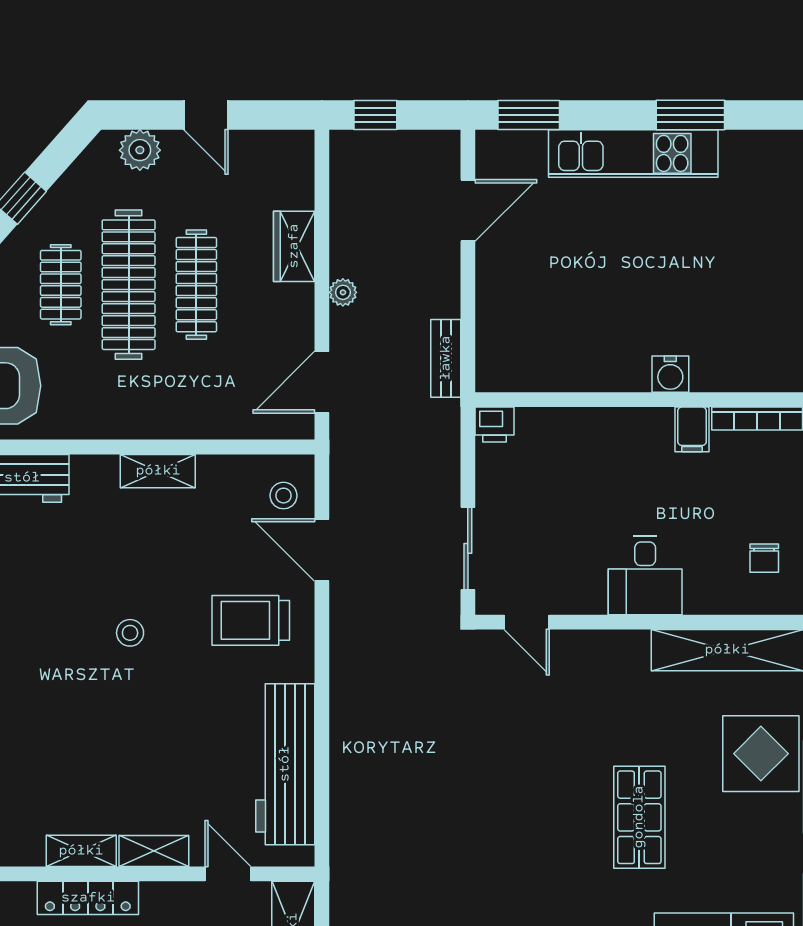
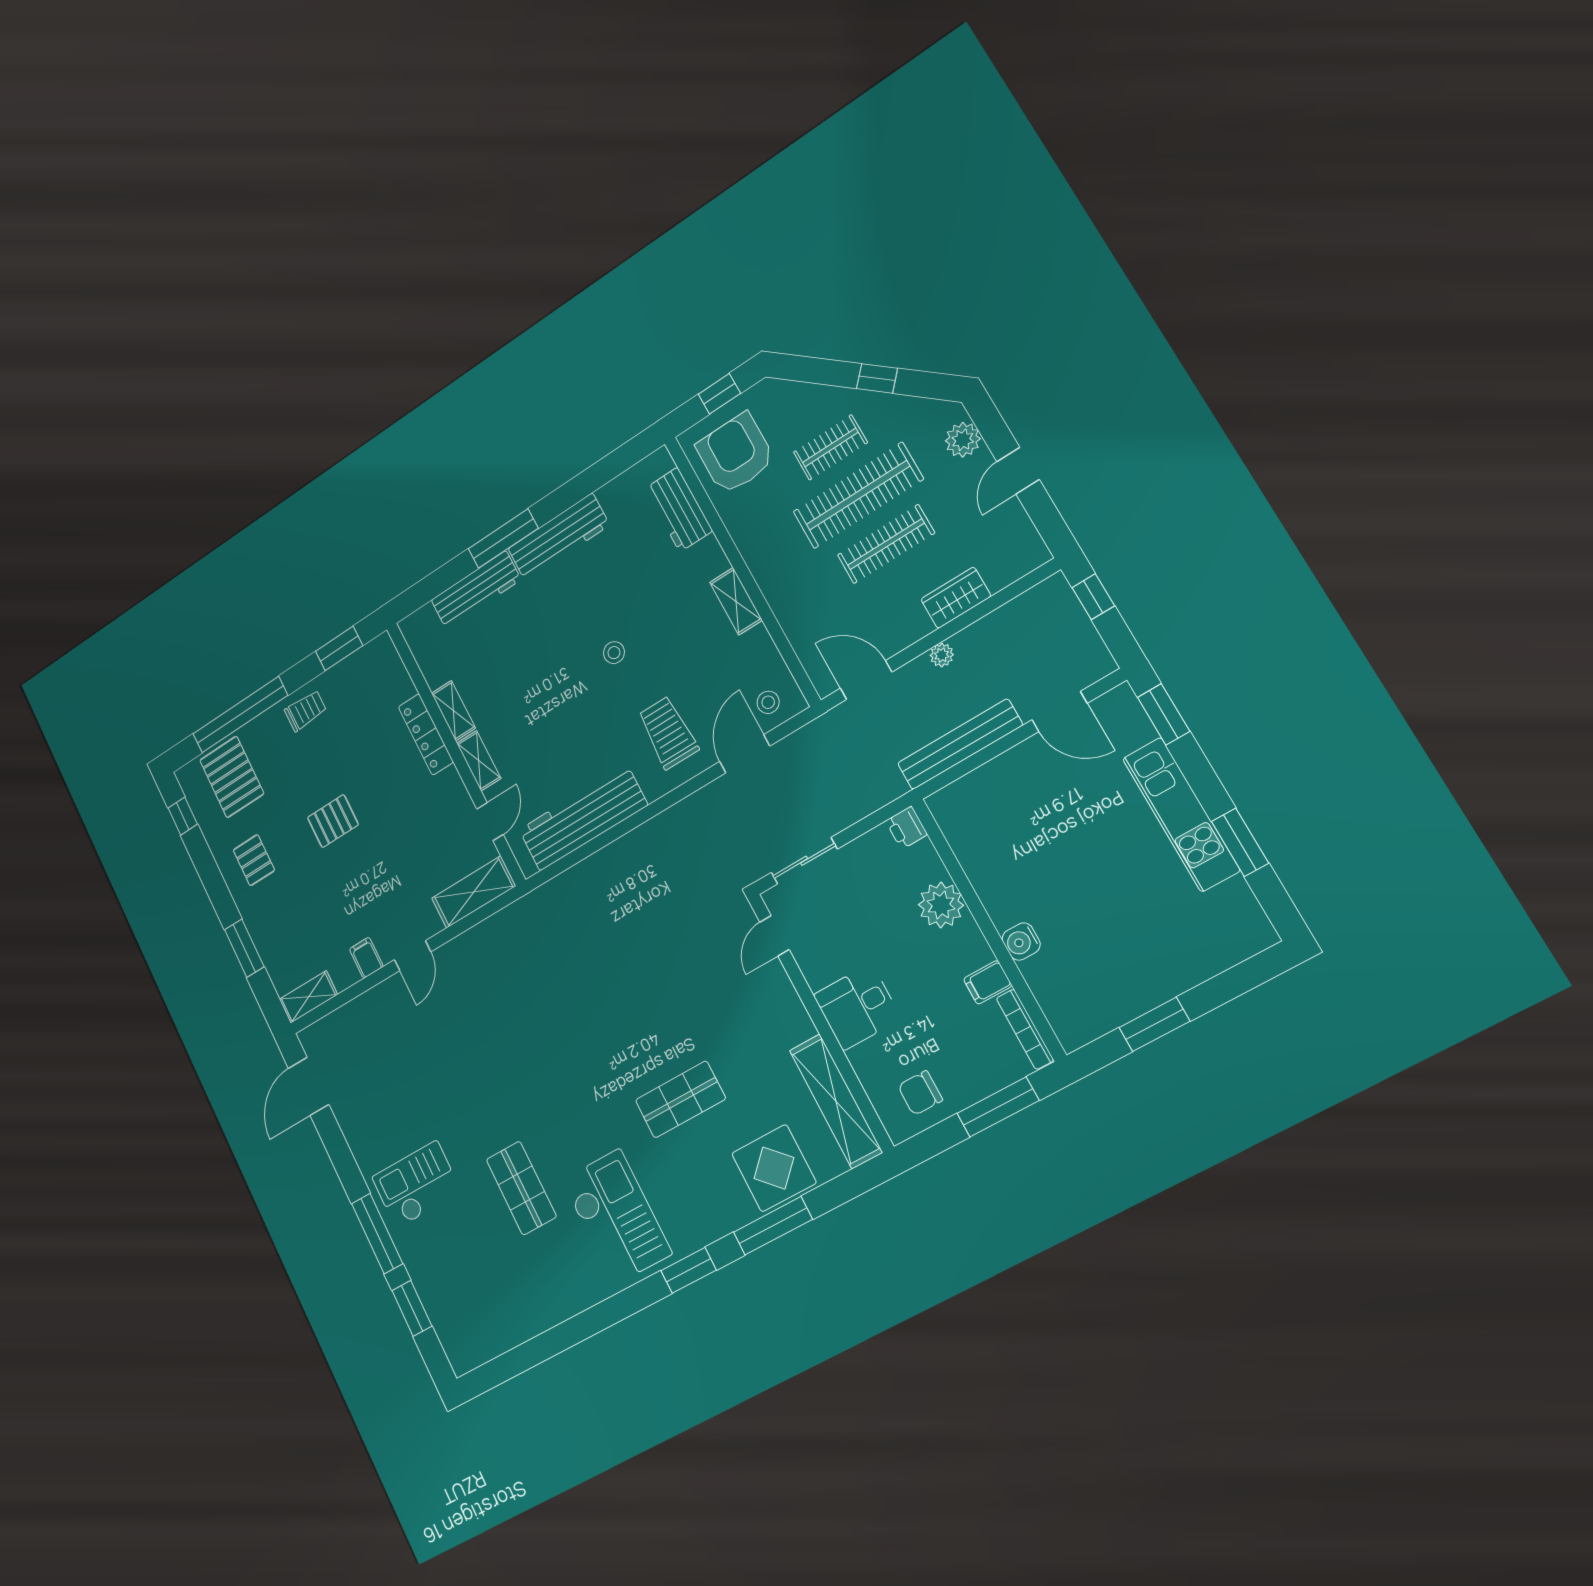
bench: (446, 358) -> (960, 744), width x1.86, depth x1.21
plant: (591, 433) -> (941, 905), added
chair: (764, 558) -> (920, 1093), width x1.37, depth x1.37

